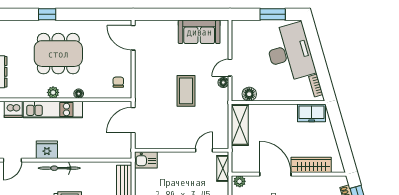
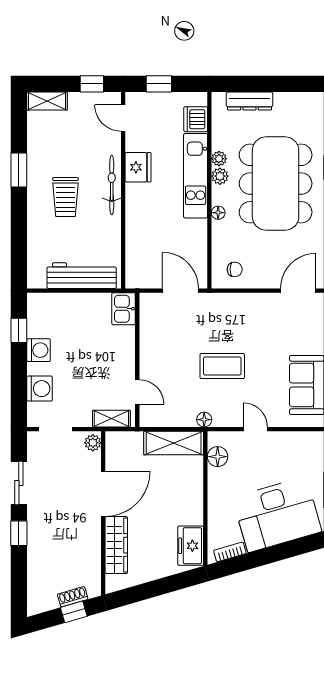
dining table: (58, 54) -> (276, 184), width x1.36, depth x1.24
floor lamp: (223, 82) -> (204, 420), moved
plant: (41, 93) -> (219, 159), added

